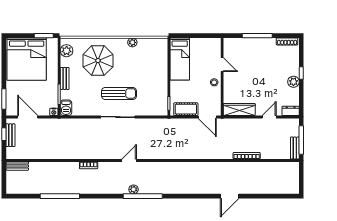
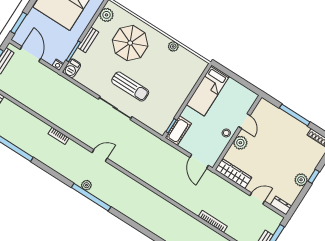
plant: (230, 83) -> (240, 143), added
cot: (186, 109) -> (178, 131), moved, turned 90

